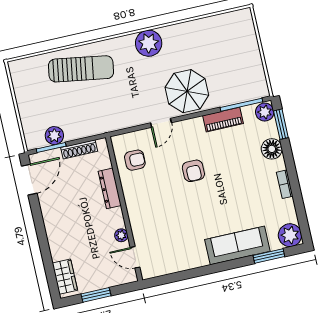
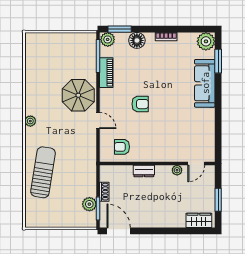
plant: (149, 43) -> (30, 121), width x0.53, depth x0.53
shoe rack: (79, 149) -> (104, 192), width x0.70
armchair: (135, 160) -> (122, 147), turned -90
dresser: (110, 188) -> (144, 171), width x0.70

